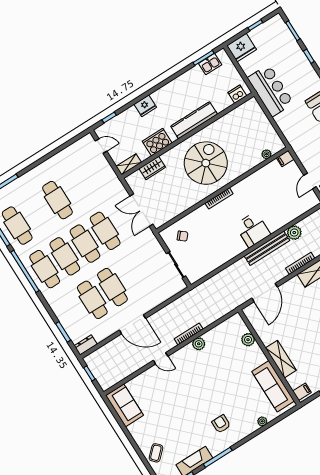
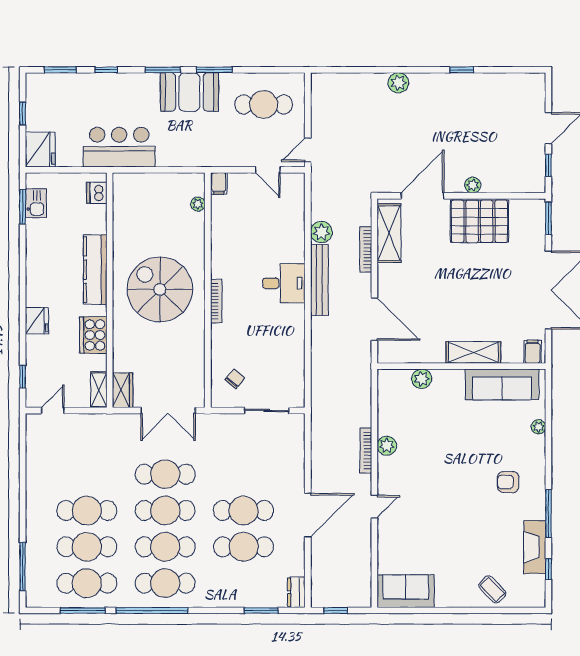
wardrobe: (152, 168) -> (123, 390), moved
cafe table: (37, 213) -> (87, 547), added

